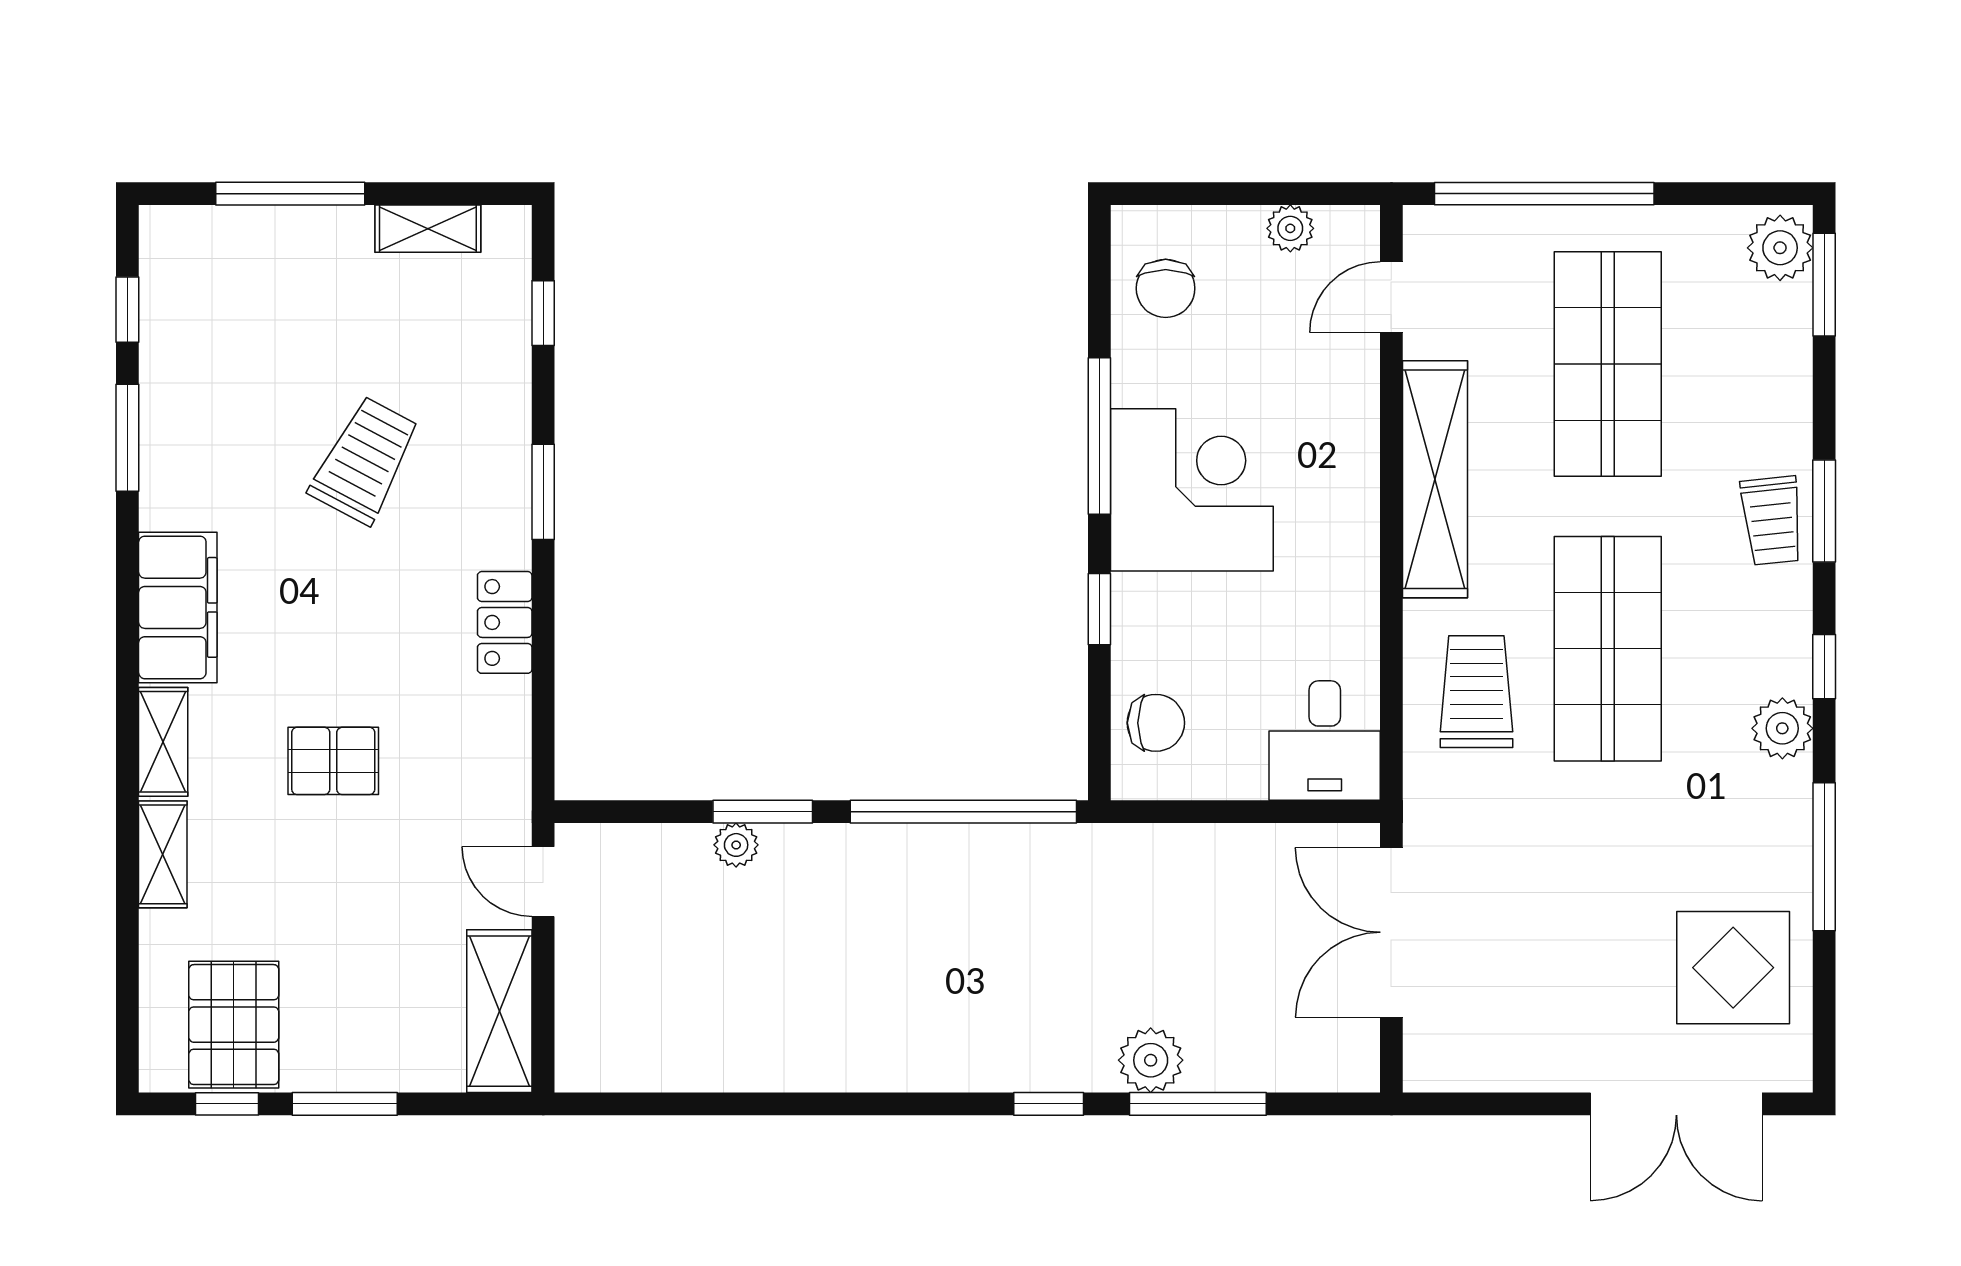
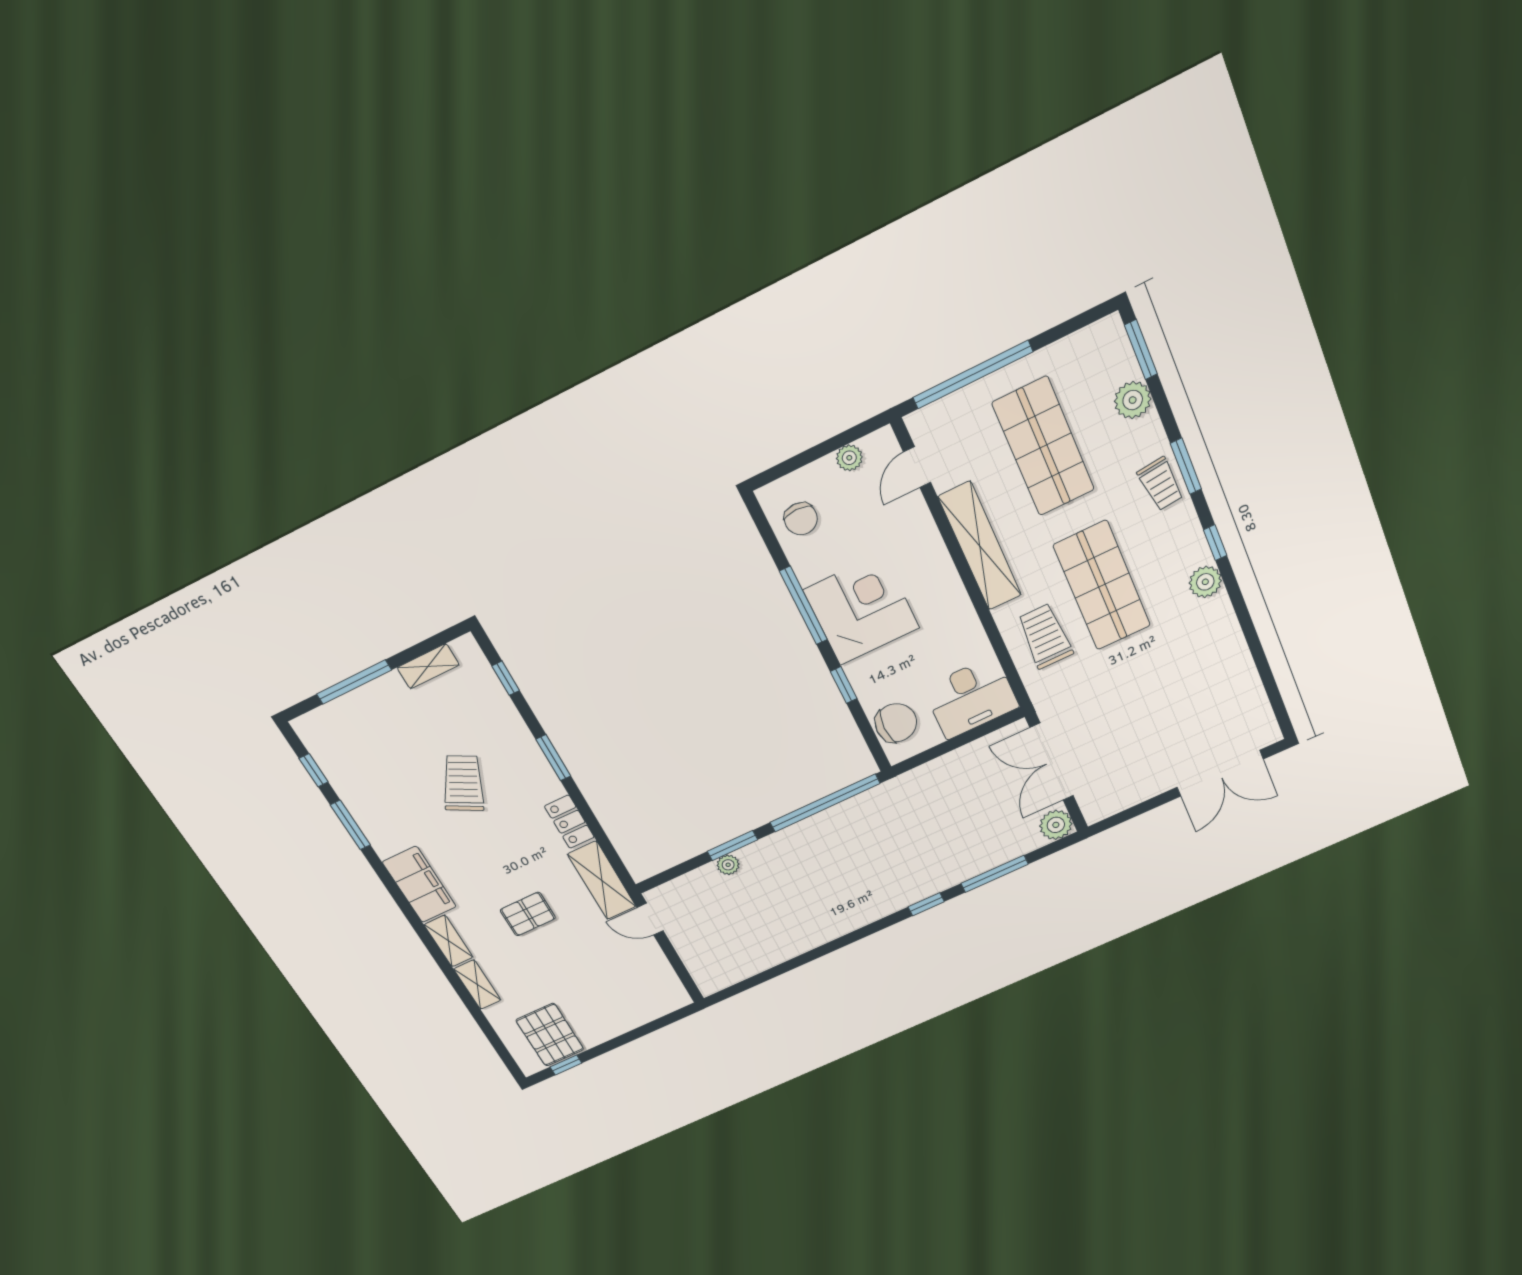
plant: (1780, 248) -> (1133, 400), moved
chair: (1156, 723) -> (896, 723), width x1.37, depth x1.37
desk: (1325, 741) -> (971, 698), width x1.37
window: (1824, 857) -> (1249, 632), removed
display table: (1733, 968) -> (1224, 702), removed
shelving: (499, 1011) -> (602, 880), moved
plant: (1151, 1060) -> (1056, 825), moved
window: (345, 1104) -> (616, 1043), removed

